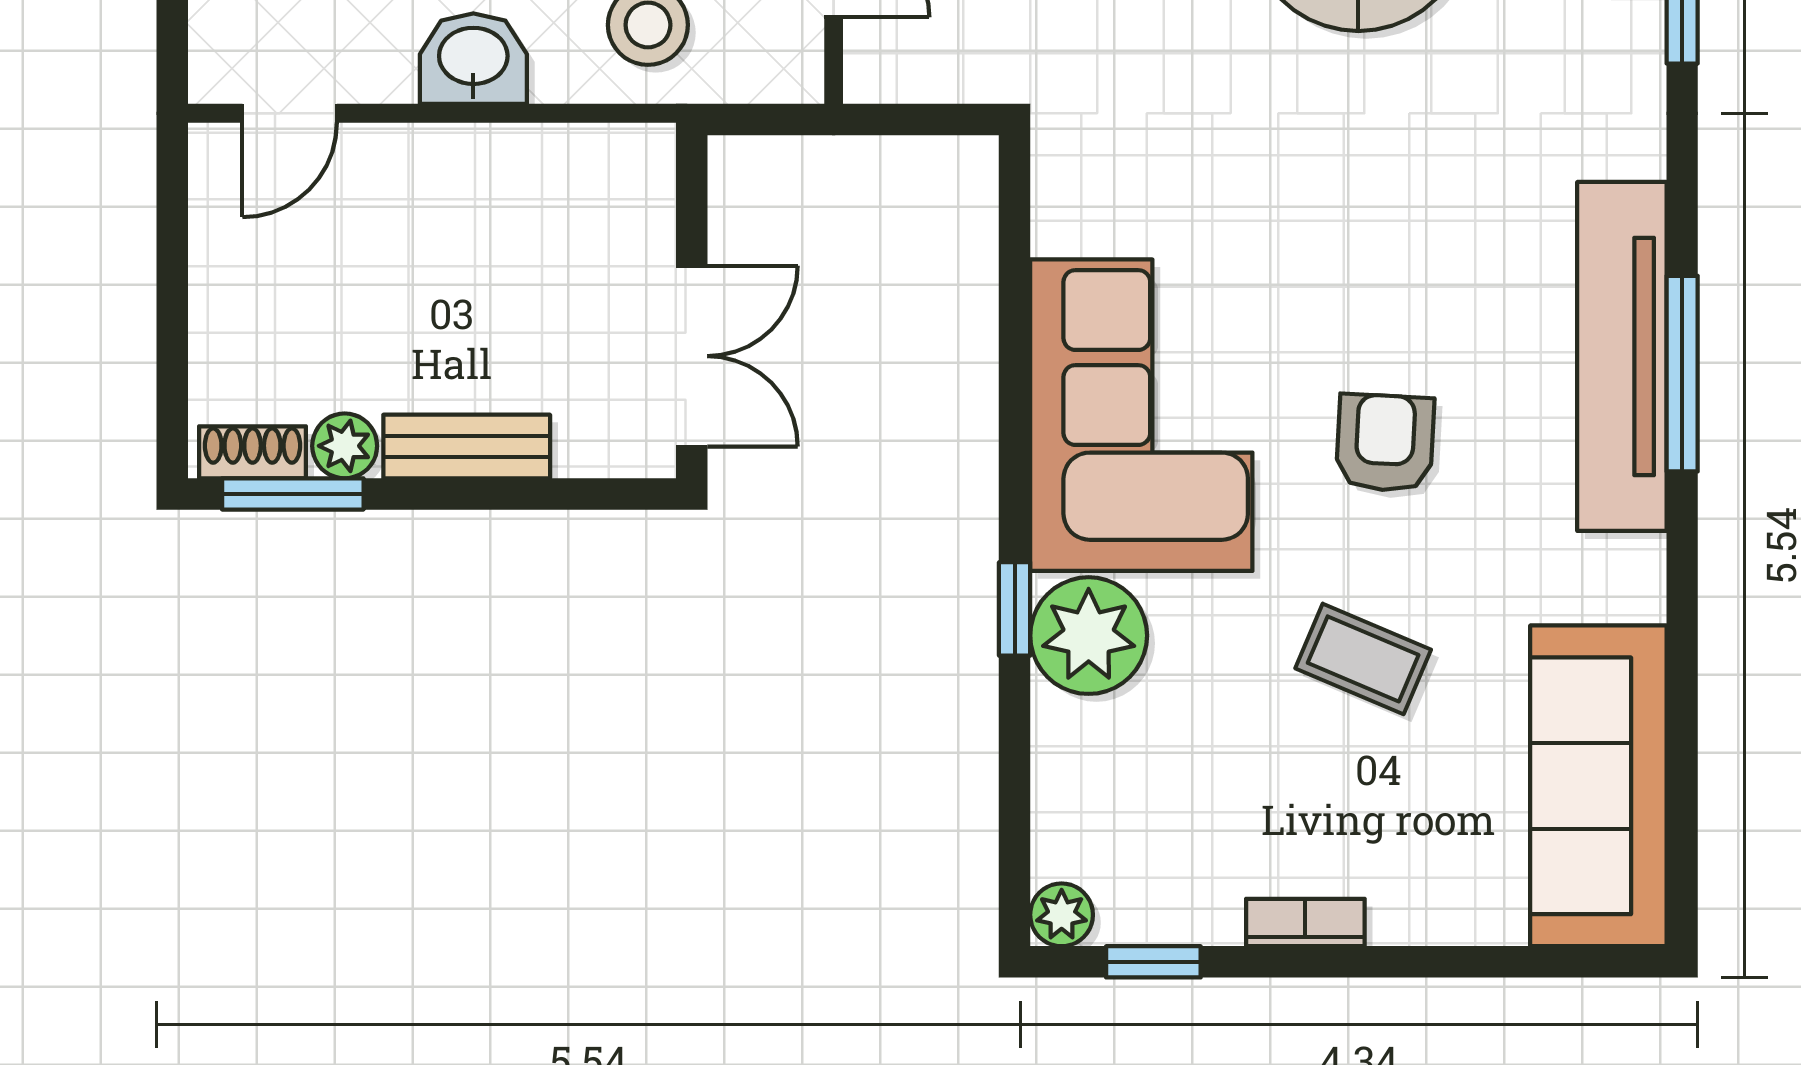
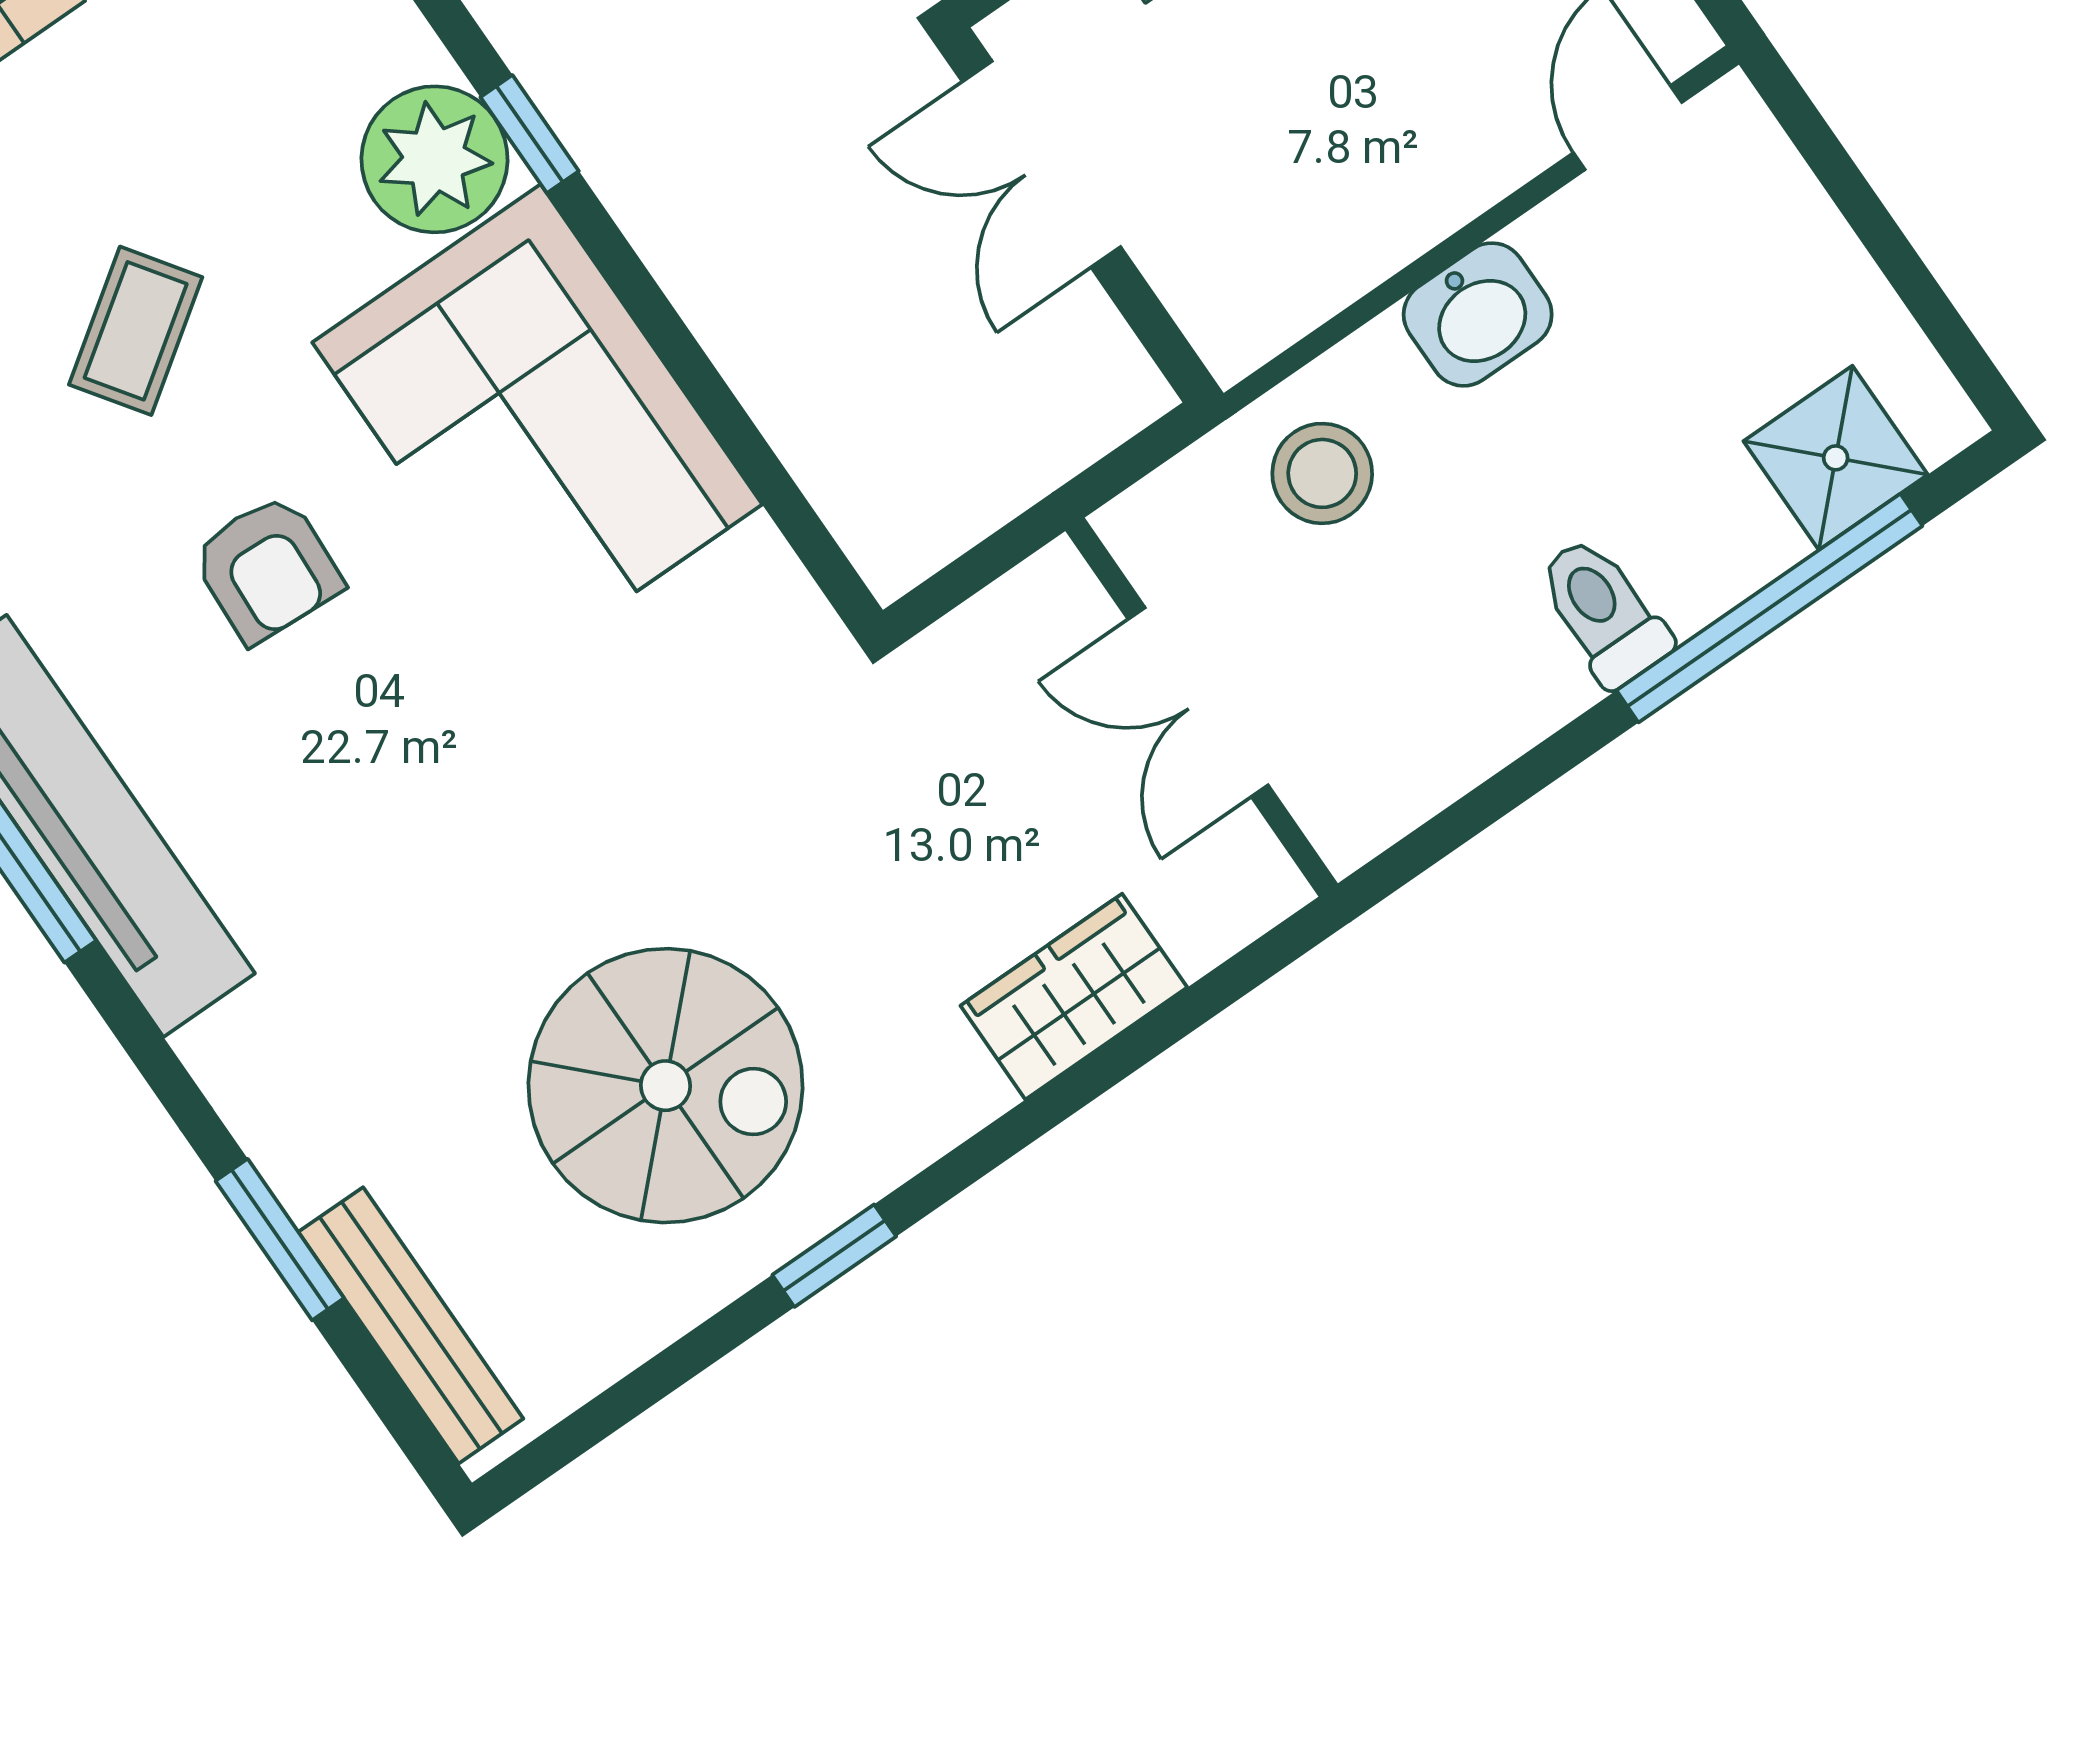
coffee table: (1363, 659) -> (136, 331), turned -58

